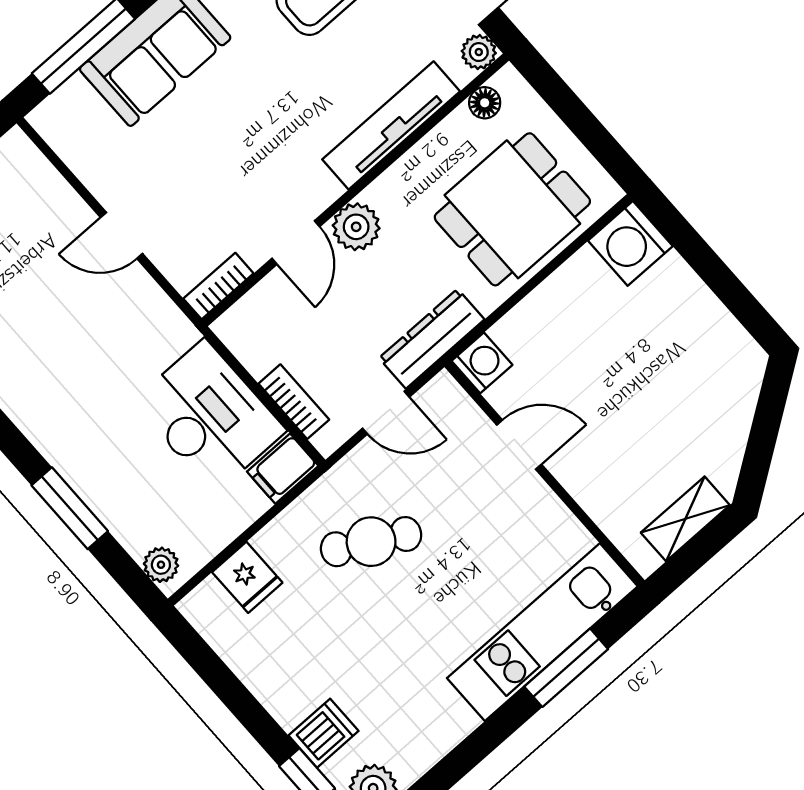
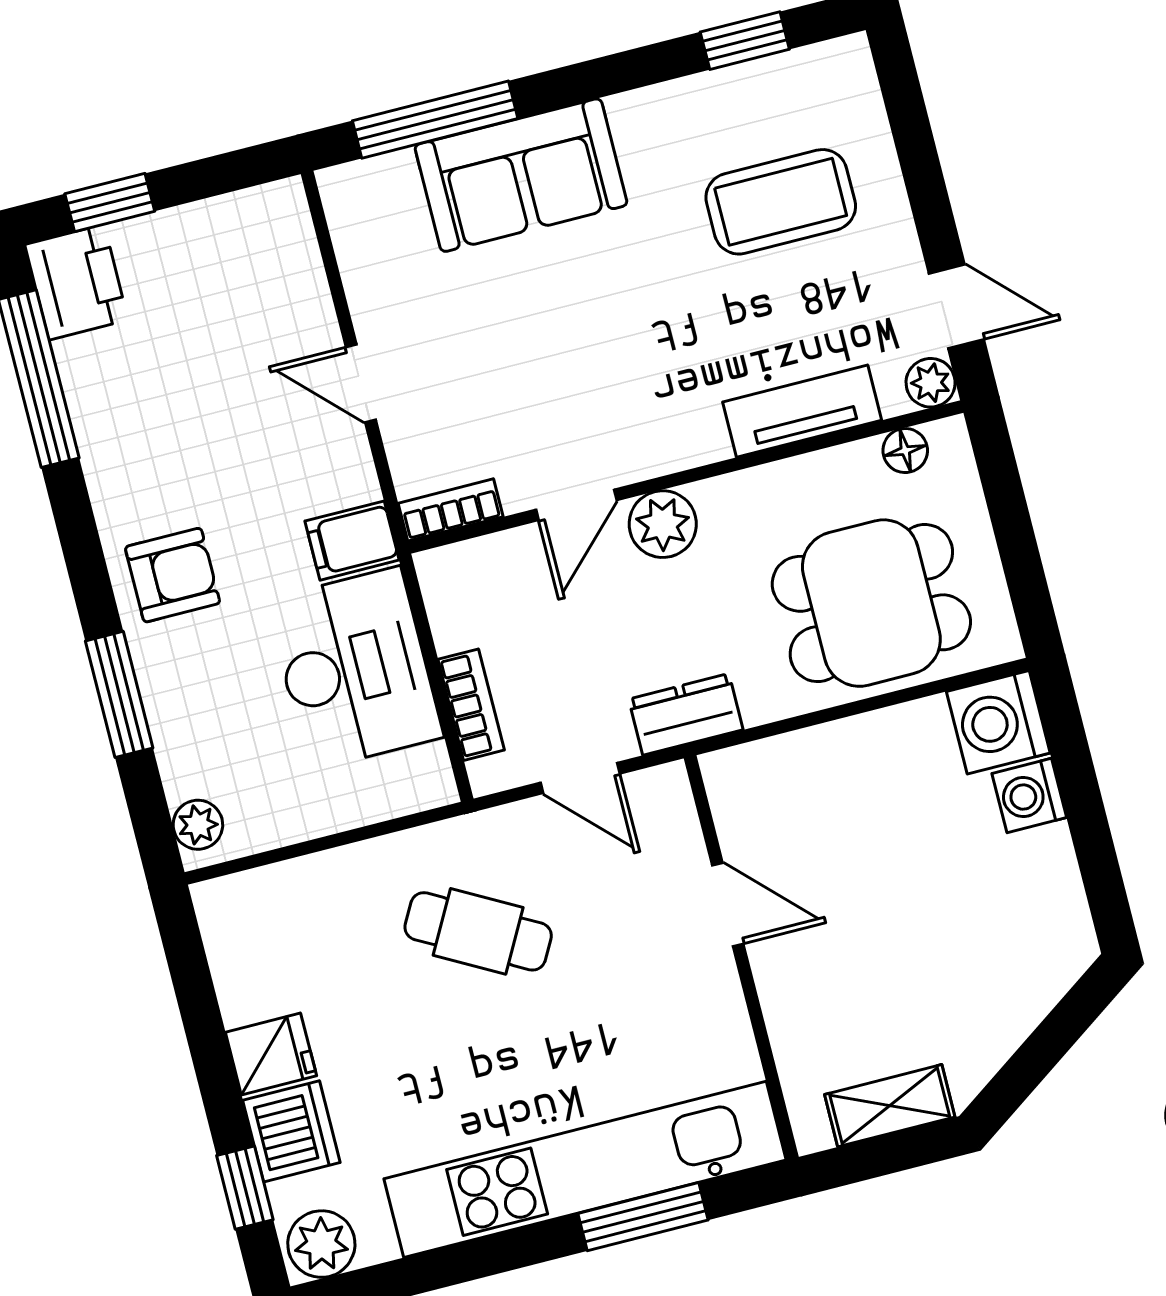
tv unit: (391, 125) -> (802, 411), width x0.71
dresser: (432, 339) -> (686, 714), width x0.70
washing machine: (482, 363) -> (1029, 795), moved, turned 180
armchair: (65, 416) -> (173, 575), added
filing cabinet: (283, 469) -> (352, 541), moved
fridge: (247, 577) -> (271, 1054), moved, turned -90
kitchen unit: (542, 632) -> (585, 1169), width x1.36
dishwasher: (324, 733) -> (291, 1131), width x1.38

